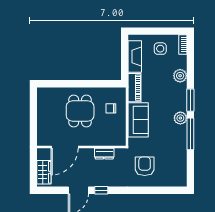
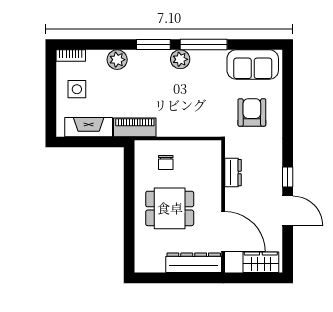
sofa: (138, 120) -> (253, 65), moved, turned 180
dresser: (44, 127) -> (194, 263), added
armchair: (145, 166) -> (252, 112), turned 90

